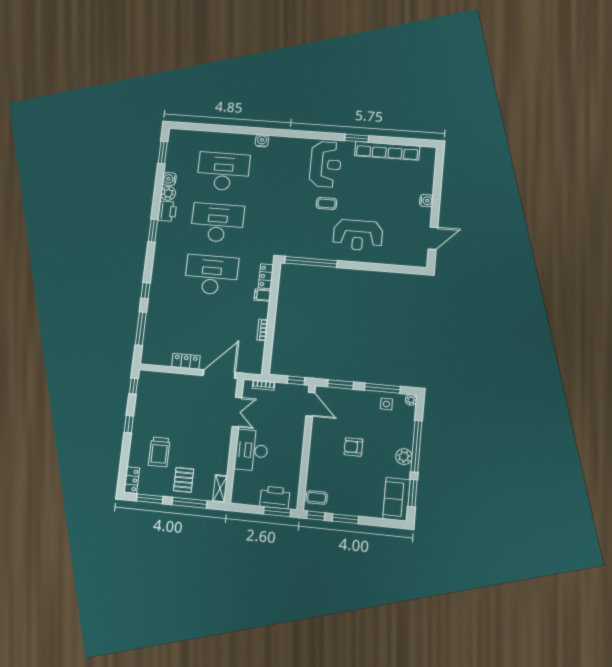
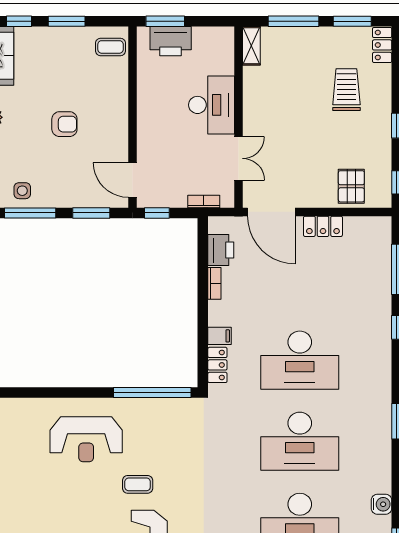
plant: (168, 193) -> (380, 481), removed
printer: (167, 211) -> (221, 250), moved, turned 180
reception desk: (358, 235) -> (86, 439), turned 180
door: (219, 374) -> (271, 212), hinge flipped
double door: (237, 412) -> (239, 158), swing flipped
pallet: (184, 480) -> (351, 186), moved
window: (316, 516) -> (19, 21), moved

